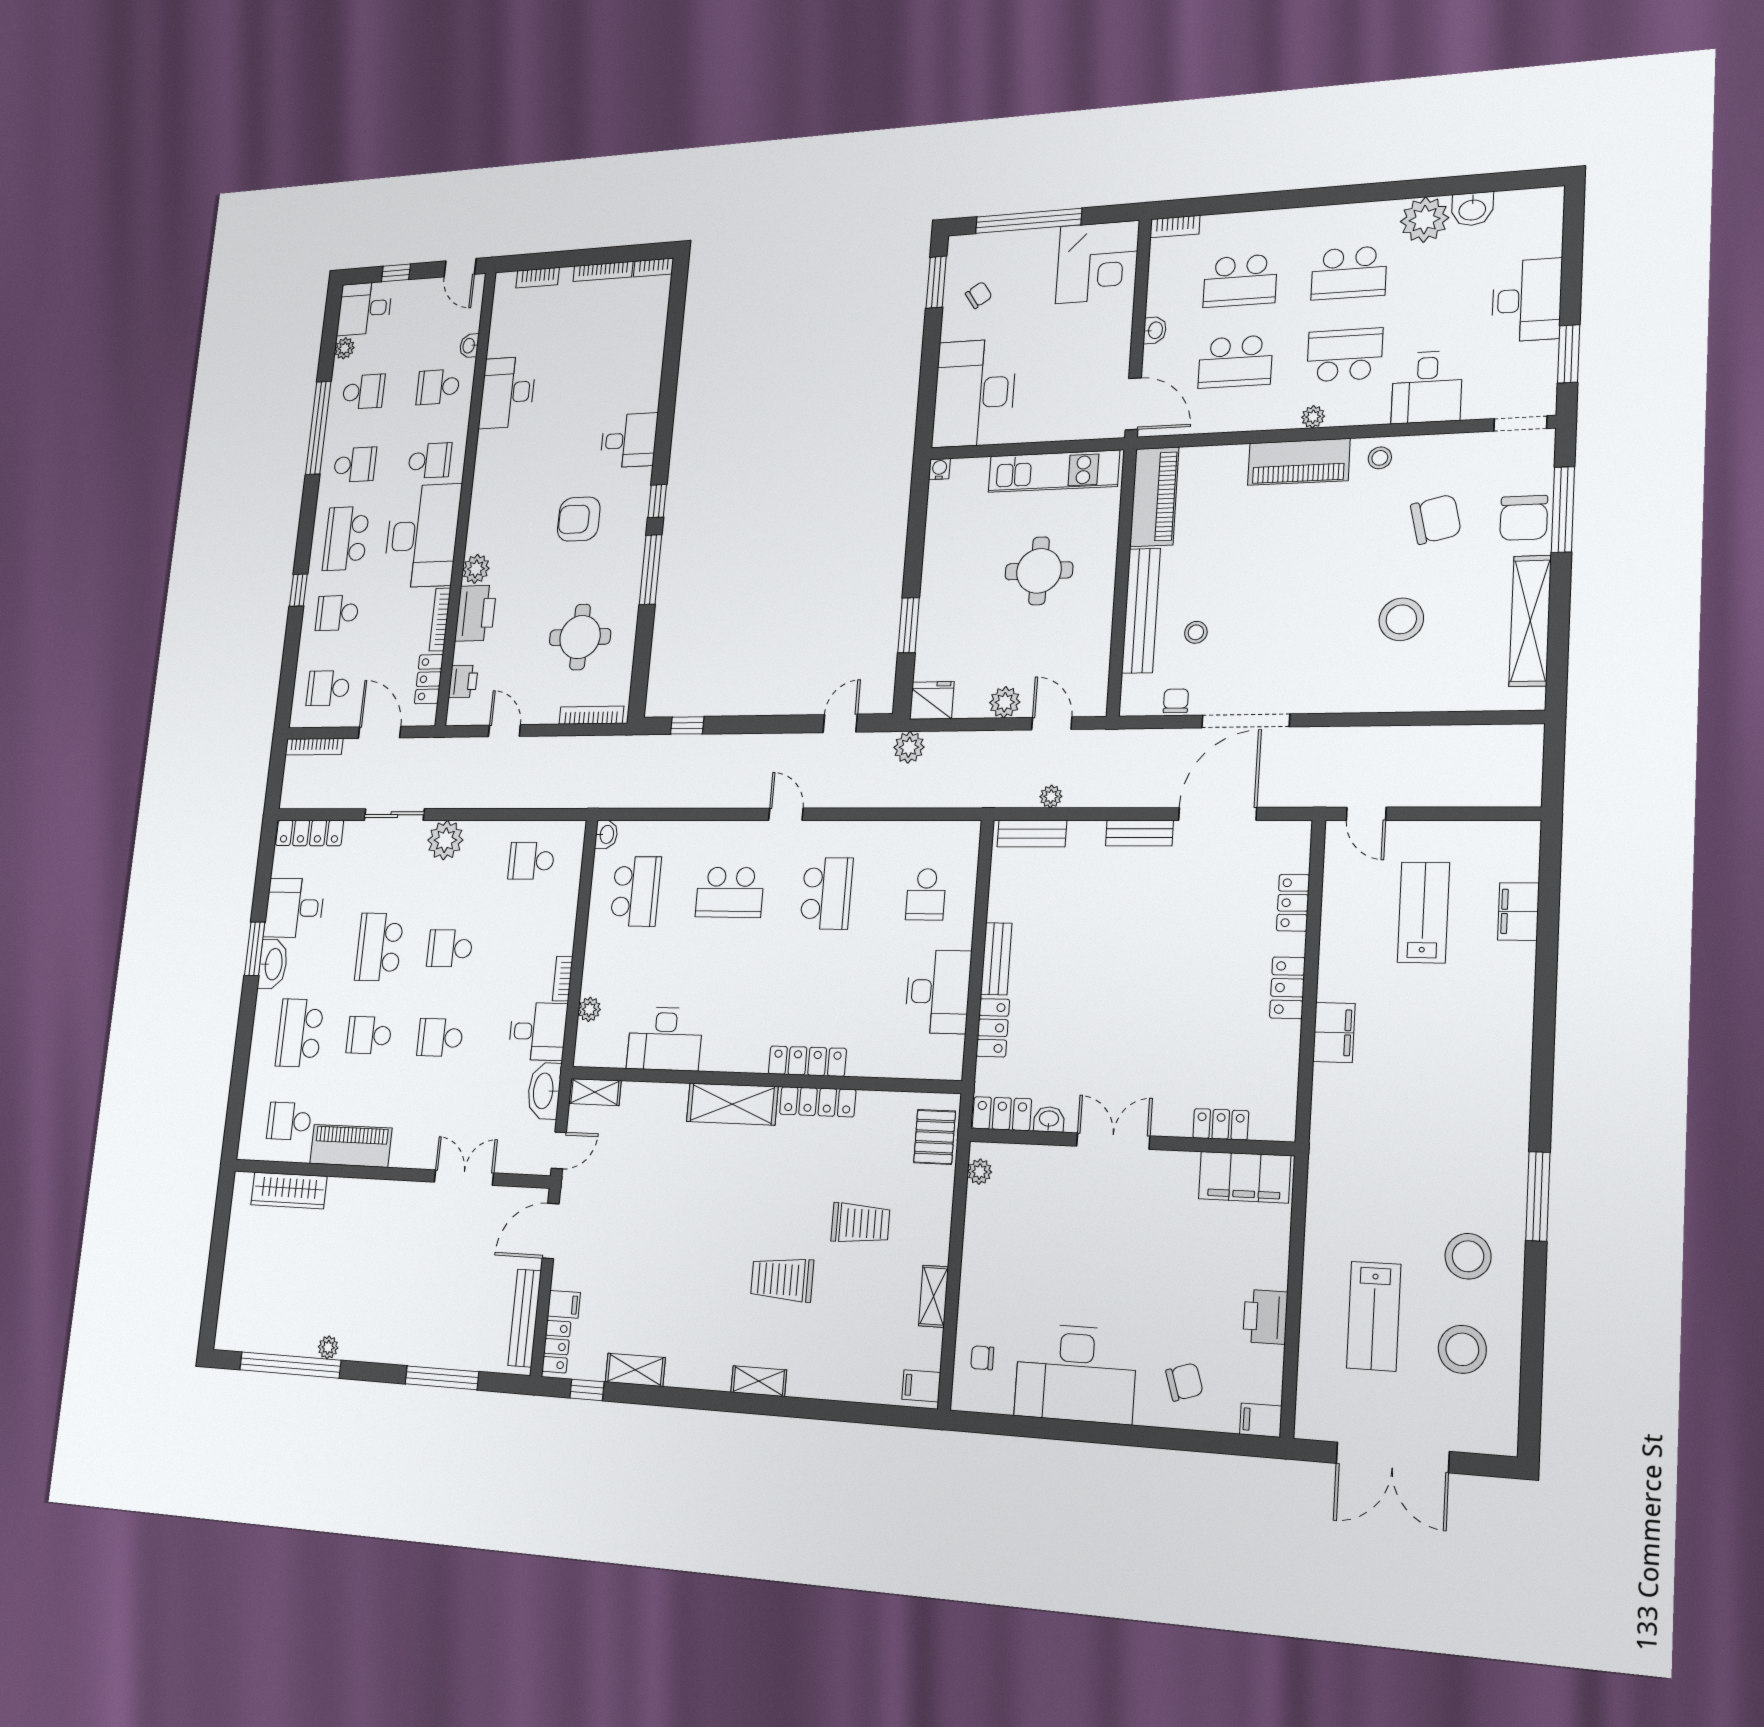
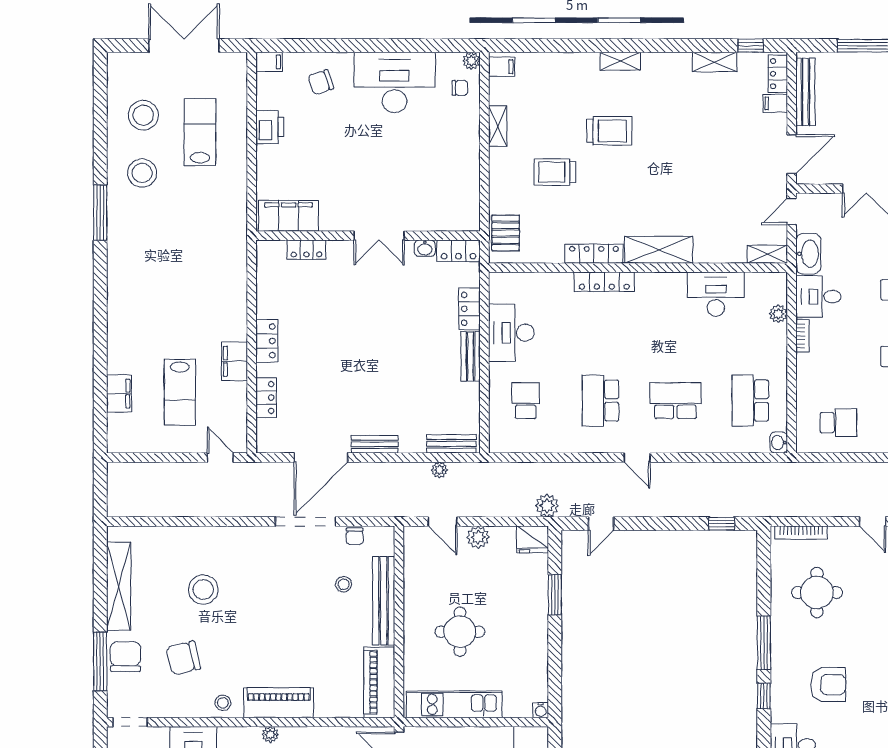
filing cabinet: (1334, 1032) -> (234, 361), moved
plant: (980, 1172) -> (471, 61), moved

